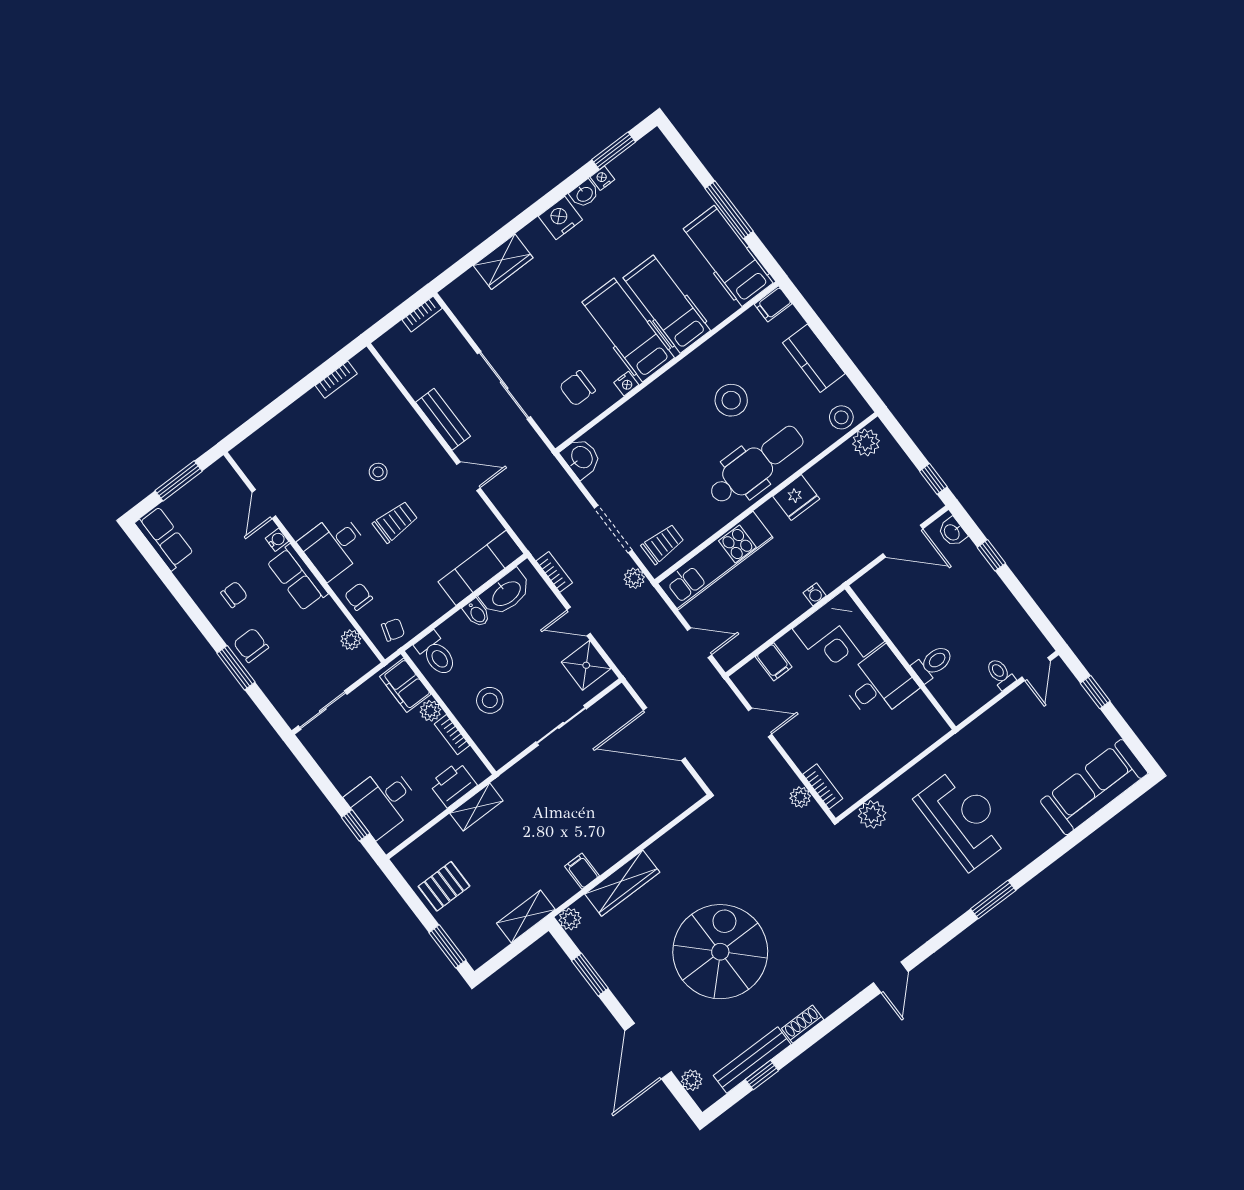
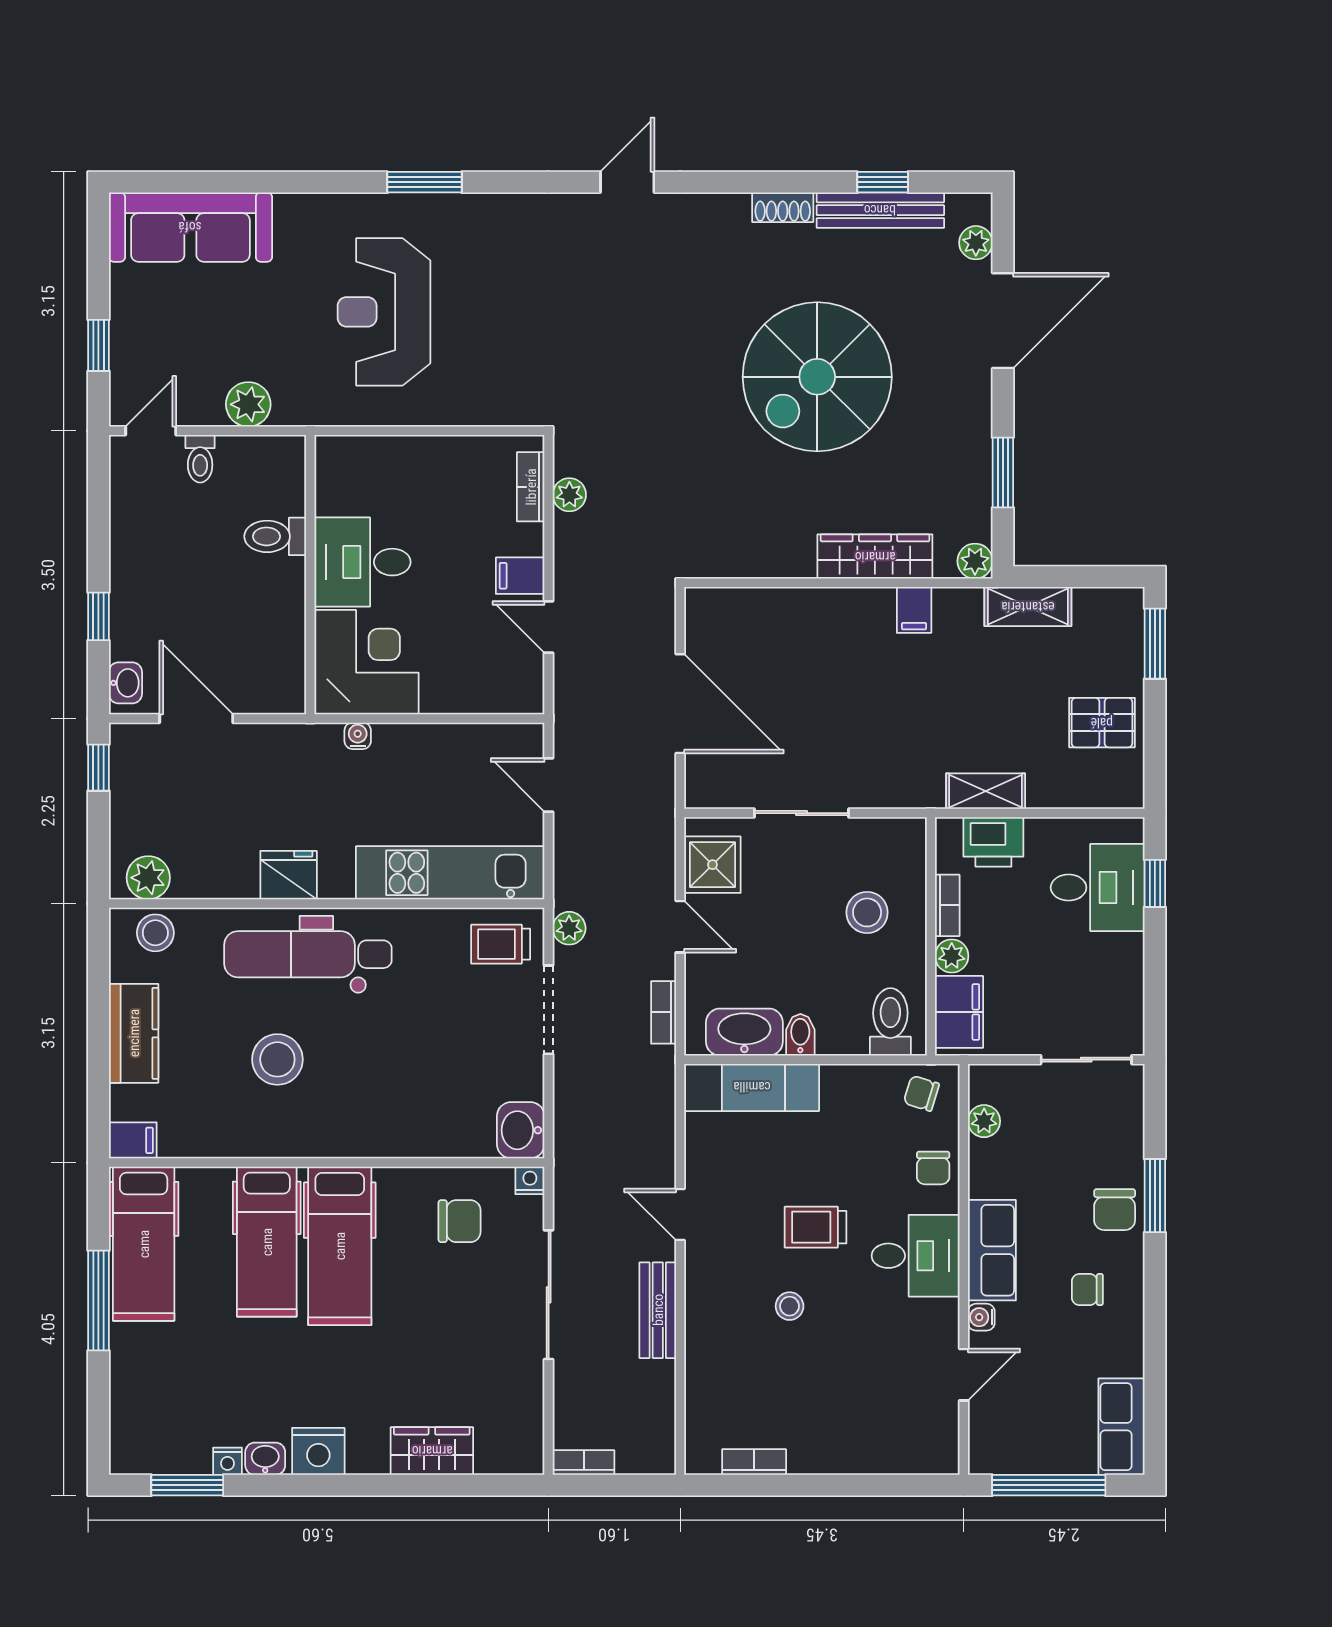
nightstand: (626, 384) -> (530, 1180), moved
window: (179, 481) -> (1049, 1485), width x1.44
filing cabinet: (774, 662) -> (520, 576), moved, turned -90
plant: (872, 814) -> (248, 404), moved

